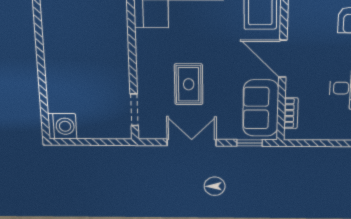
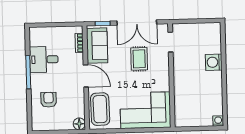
washing machine: (62, 126) -> (214, 62), moved
double door: (192, 143) -> (137, 23), width x1.37

